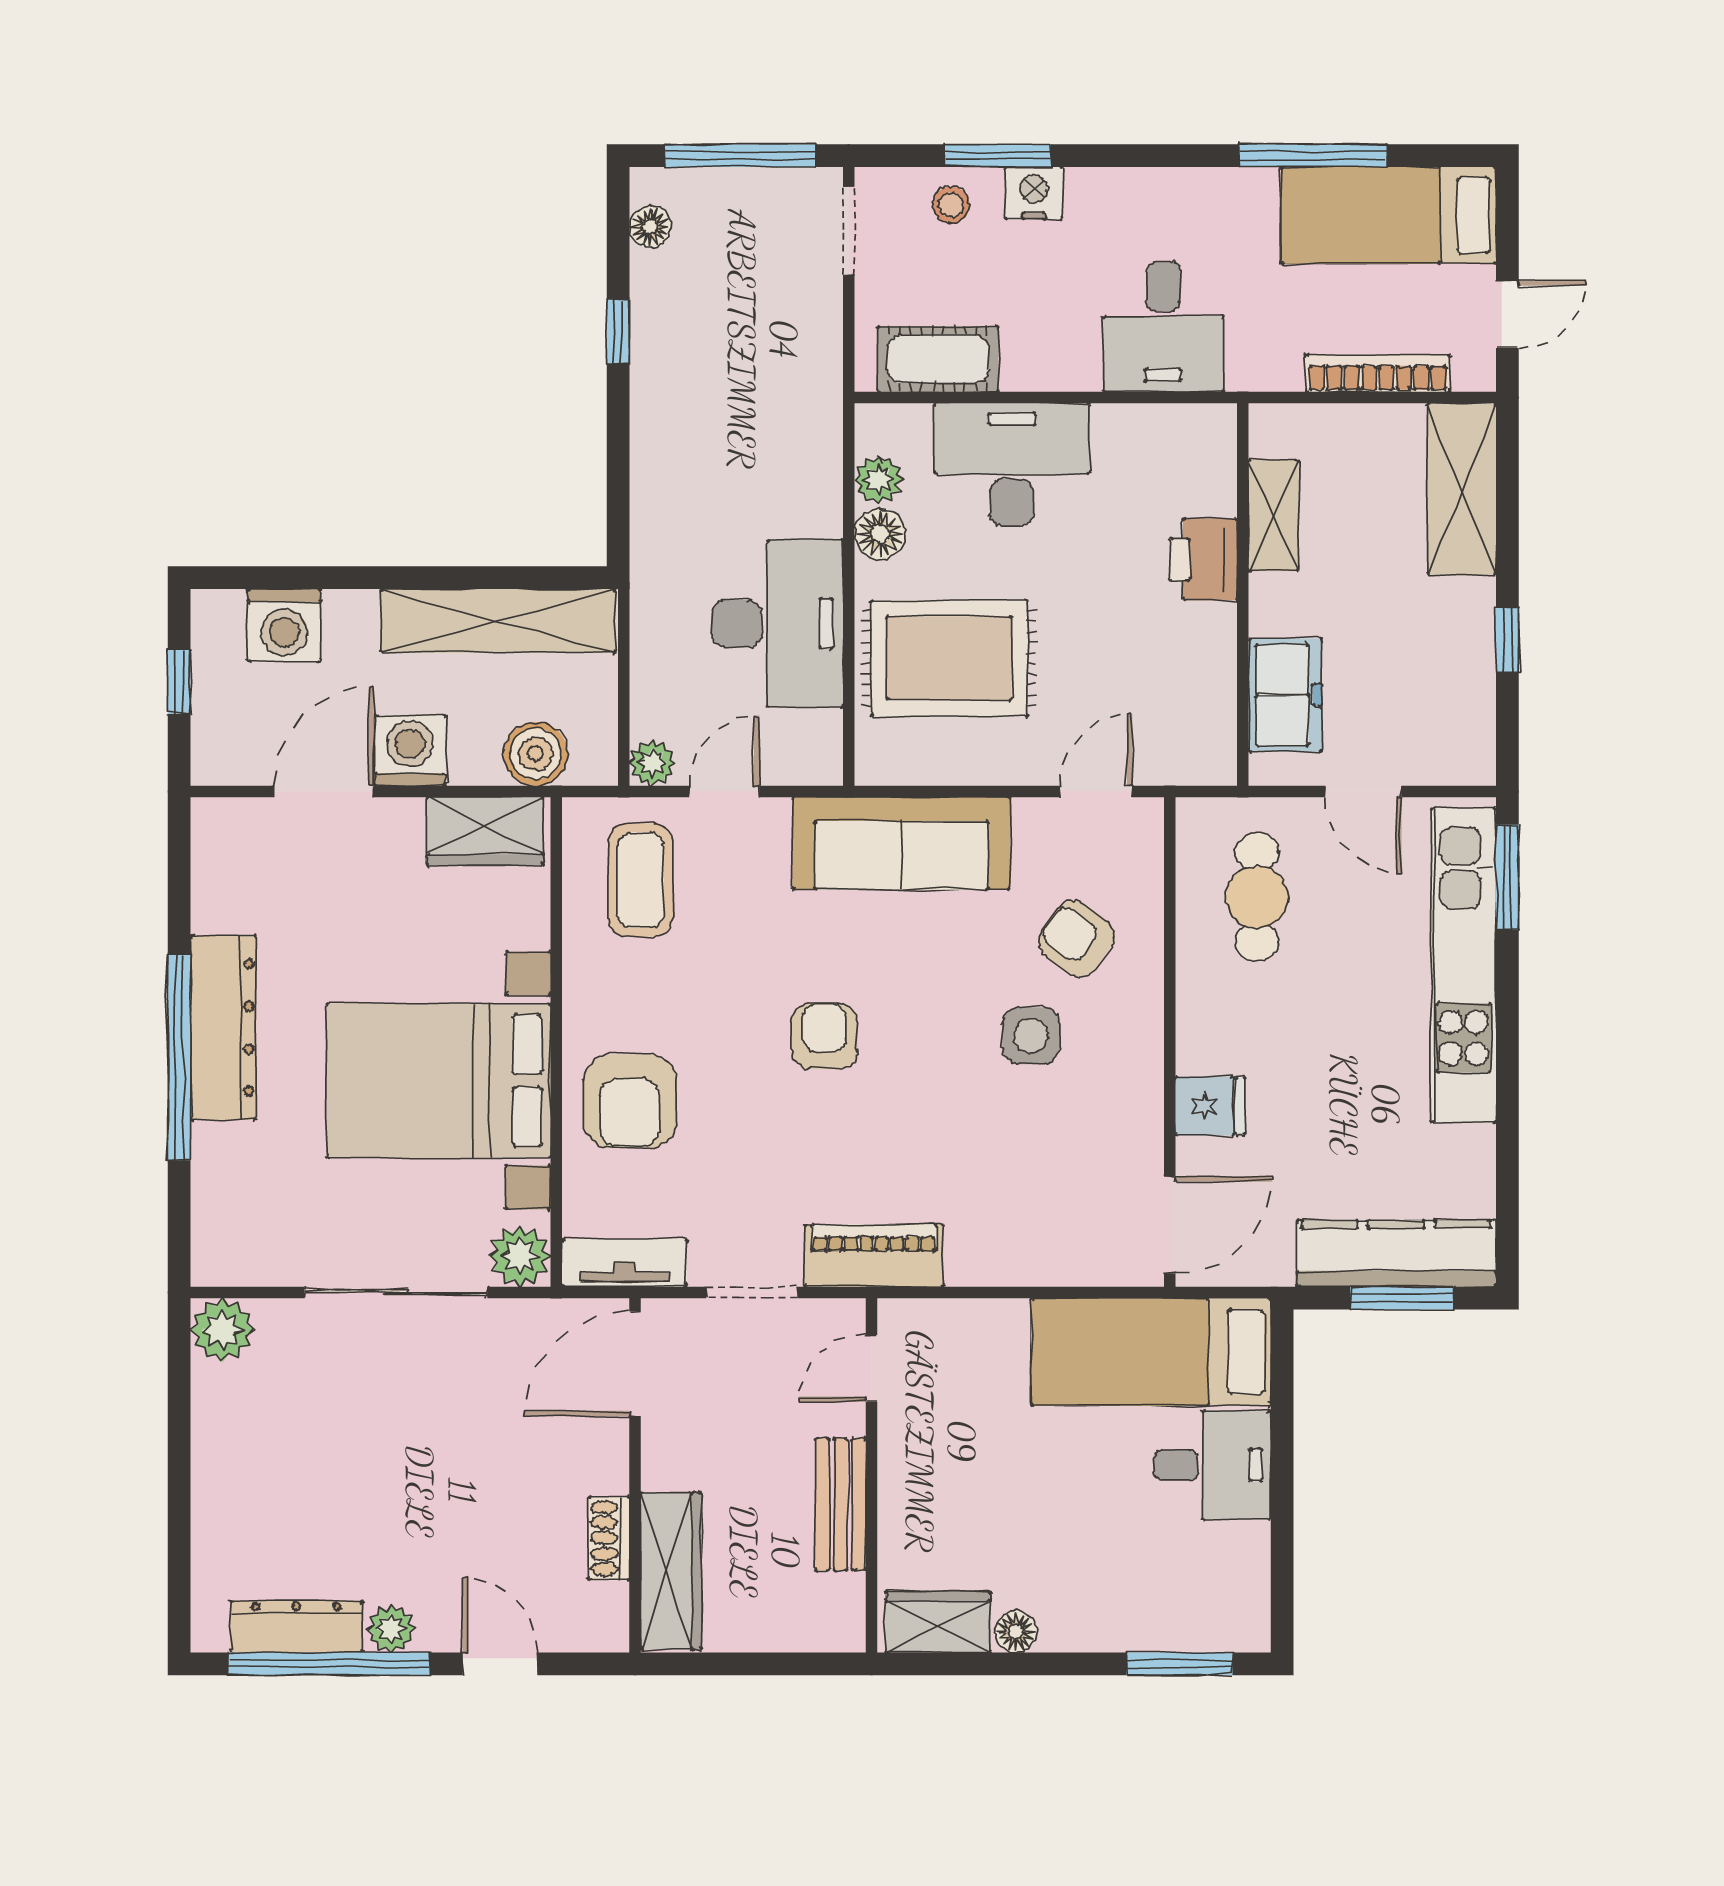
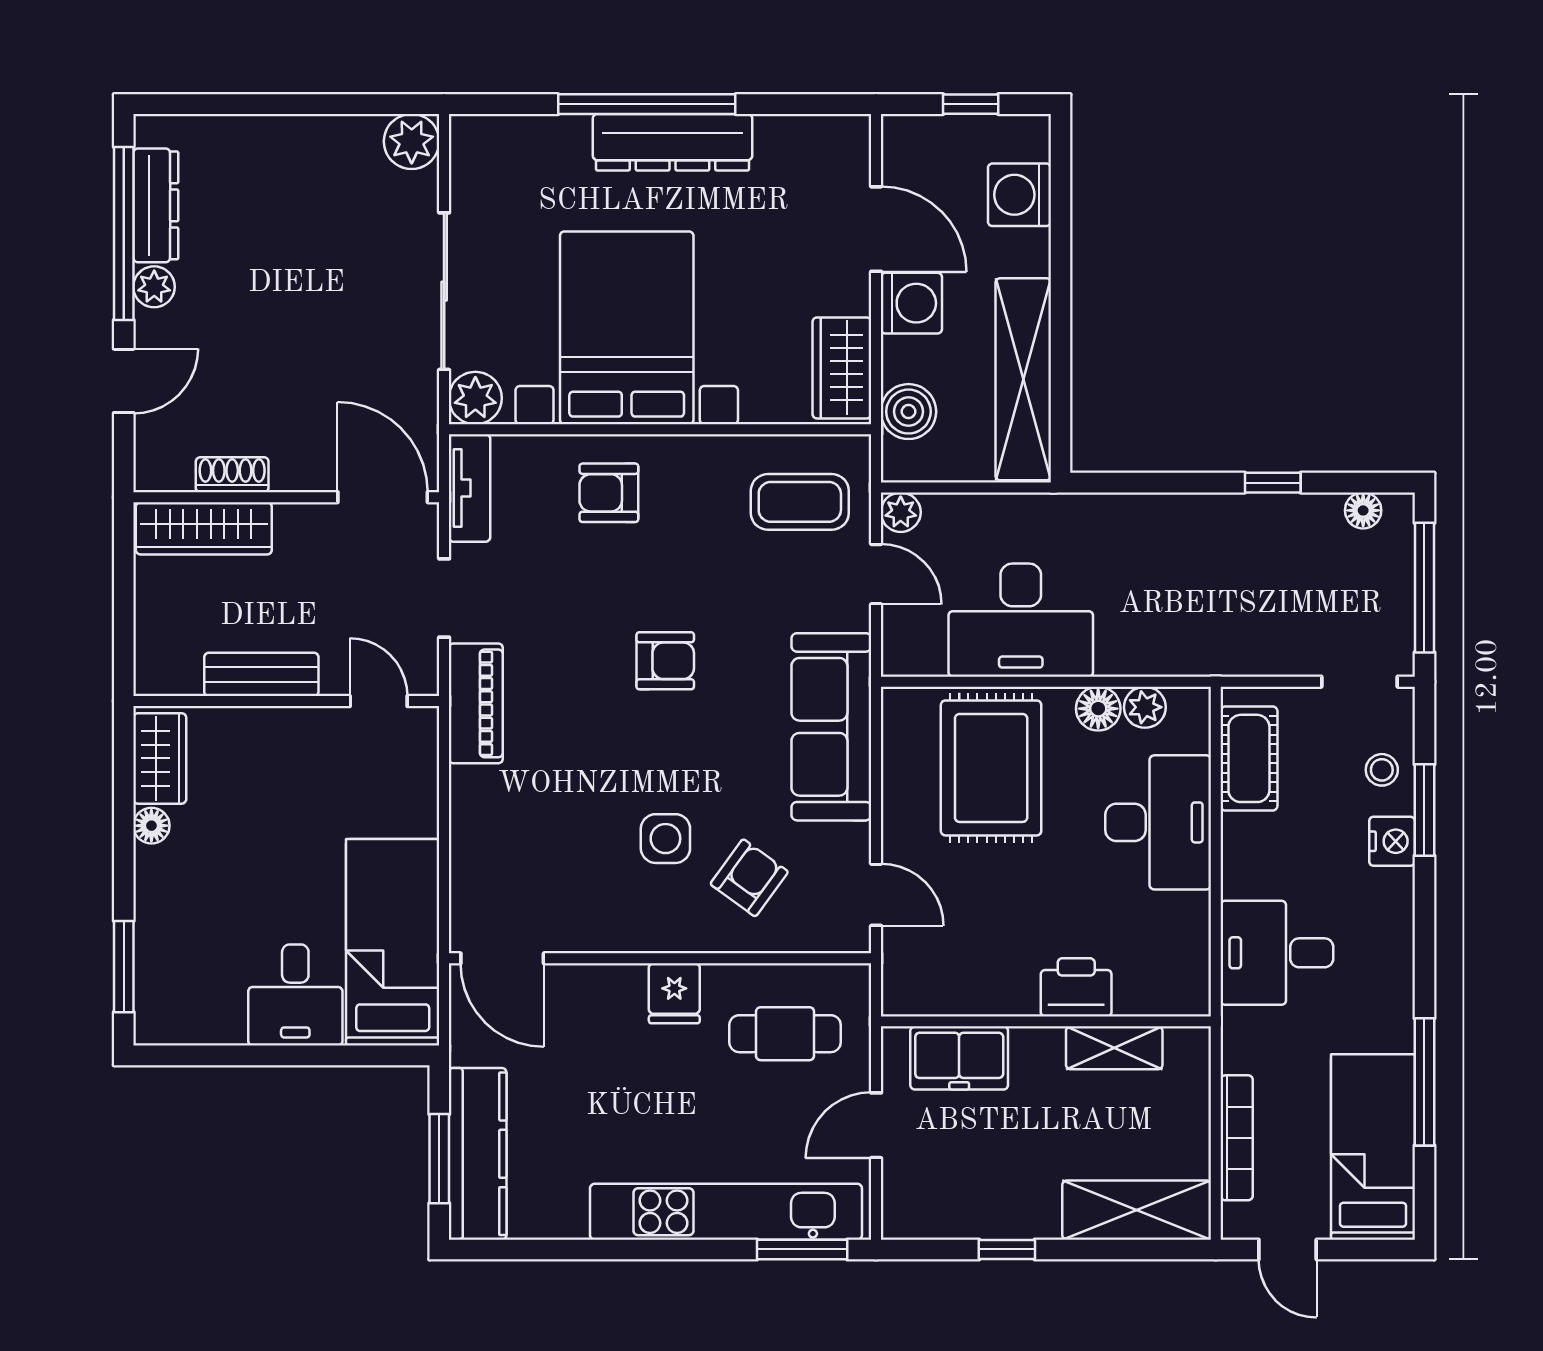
armchair: (630, 1101) -> (609, 493), width x0.72, depth x0.72
fridge: (1210, 1106) -> (674, 993), moved

